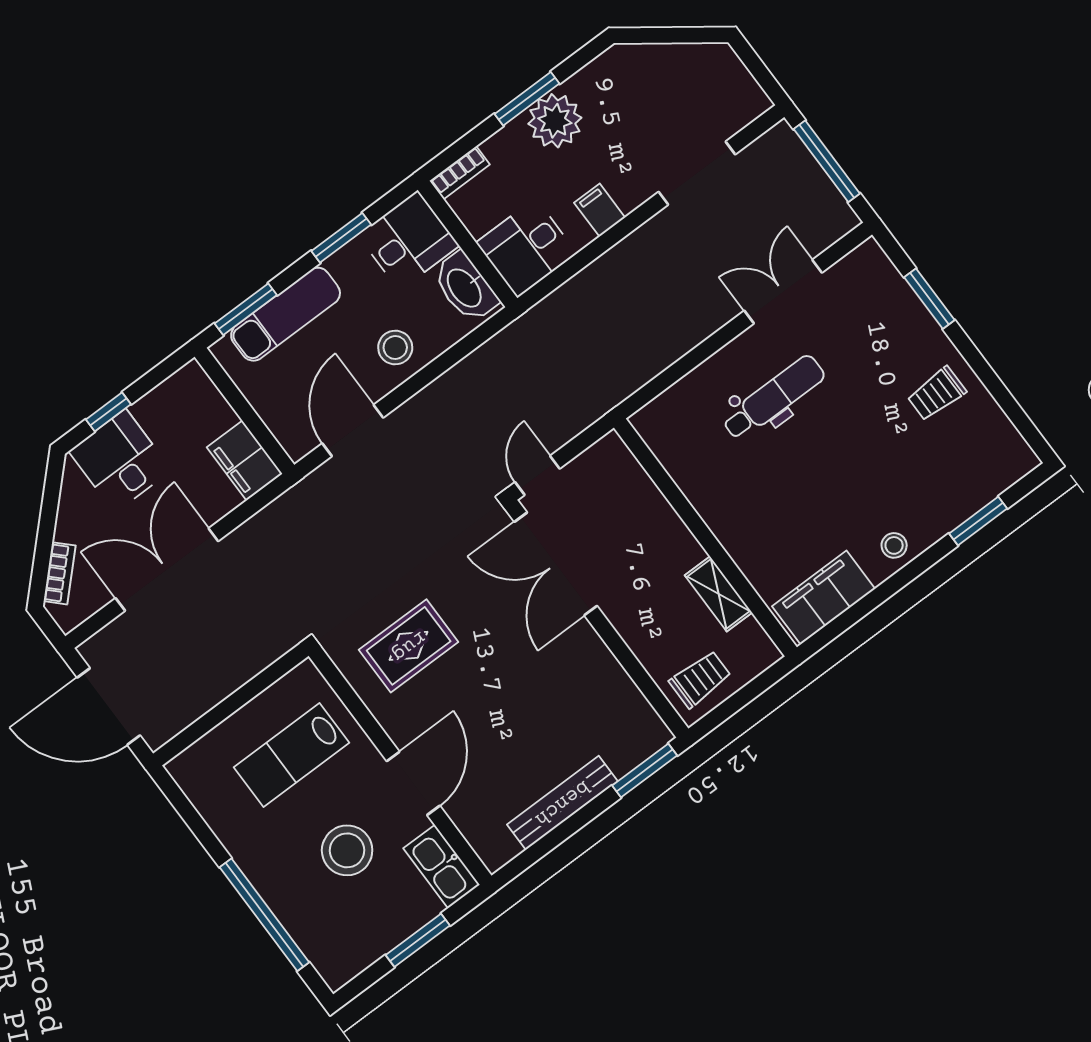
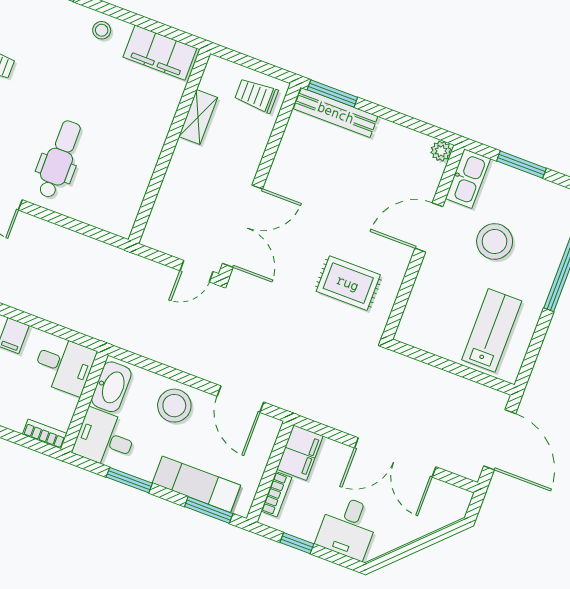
stool: (395, 348) -> (174, 406), width x1.38, depth x1.38
dental chair: (774, 398) -> (59, 159), turned 90
window: (108, 412) -> (297, 543), moved
door: (353, 430) -> (240, 399), hinge flipped
bookcase: (60, 573) -> (276, 494), moved, turned 135
lab bench: (291, 755) -> (492, 330), moved, turned -90
bench: (562, 803) -> (336, 113), moved
plant: (495, 855) -> (441, 151), added

